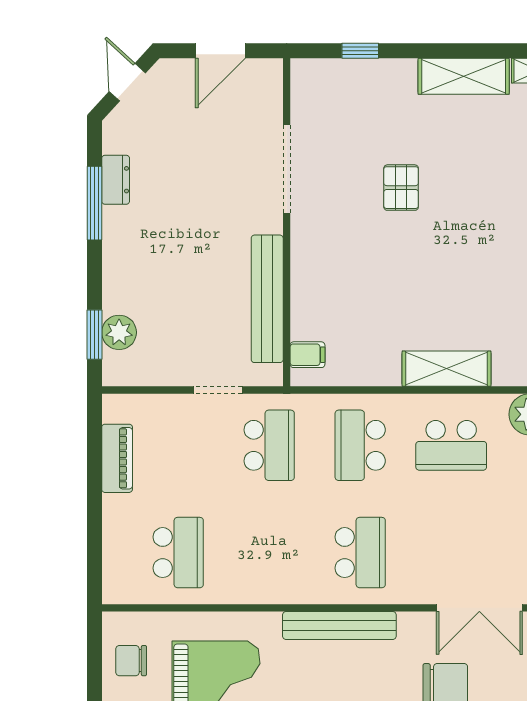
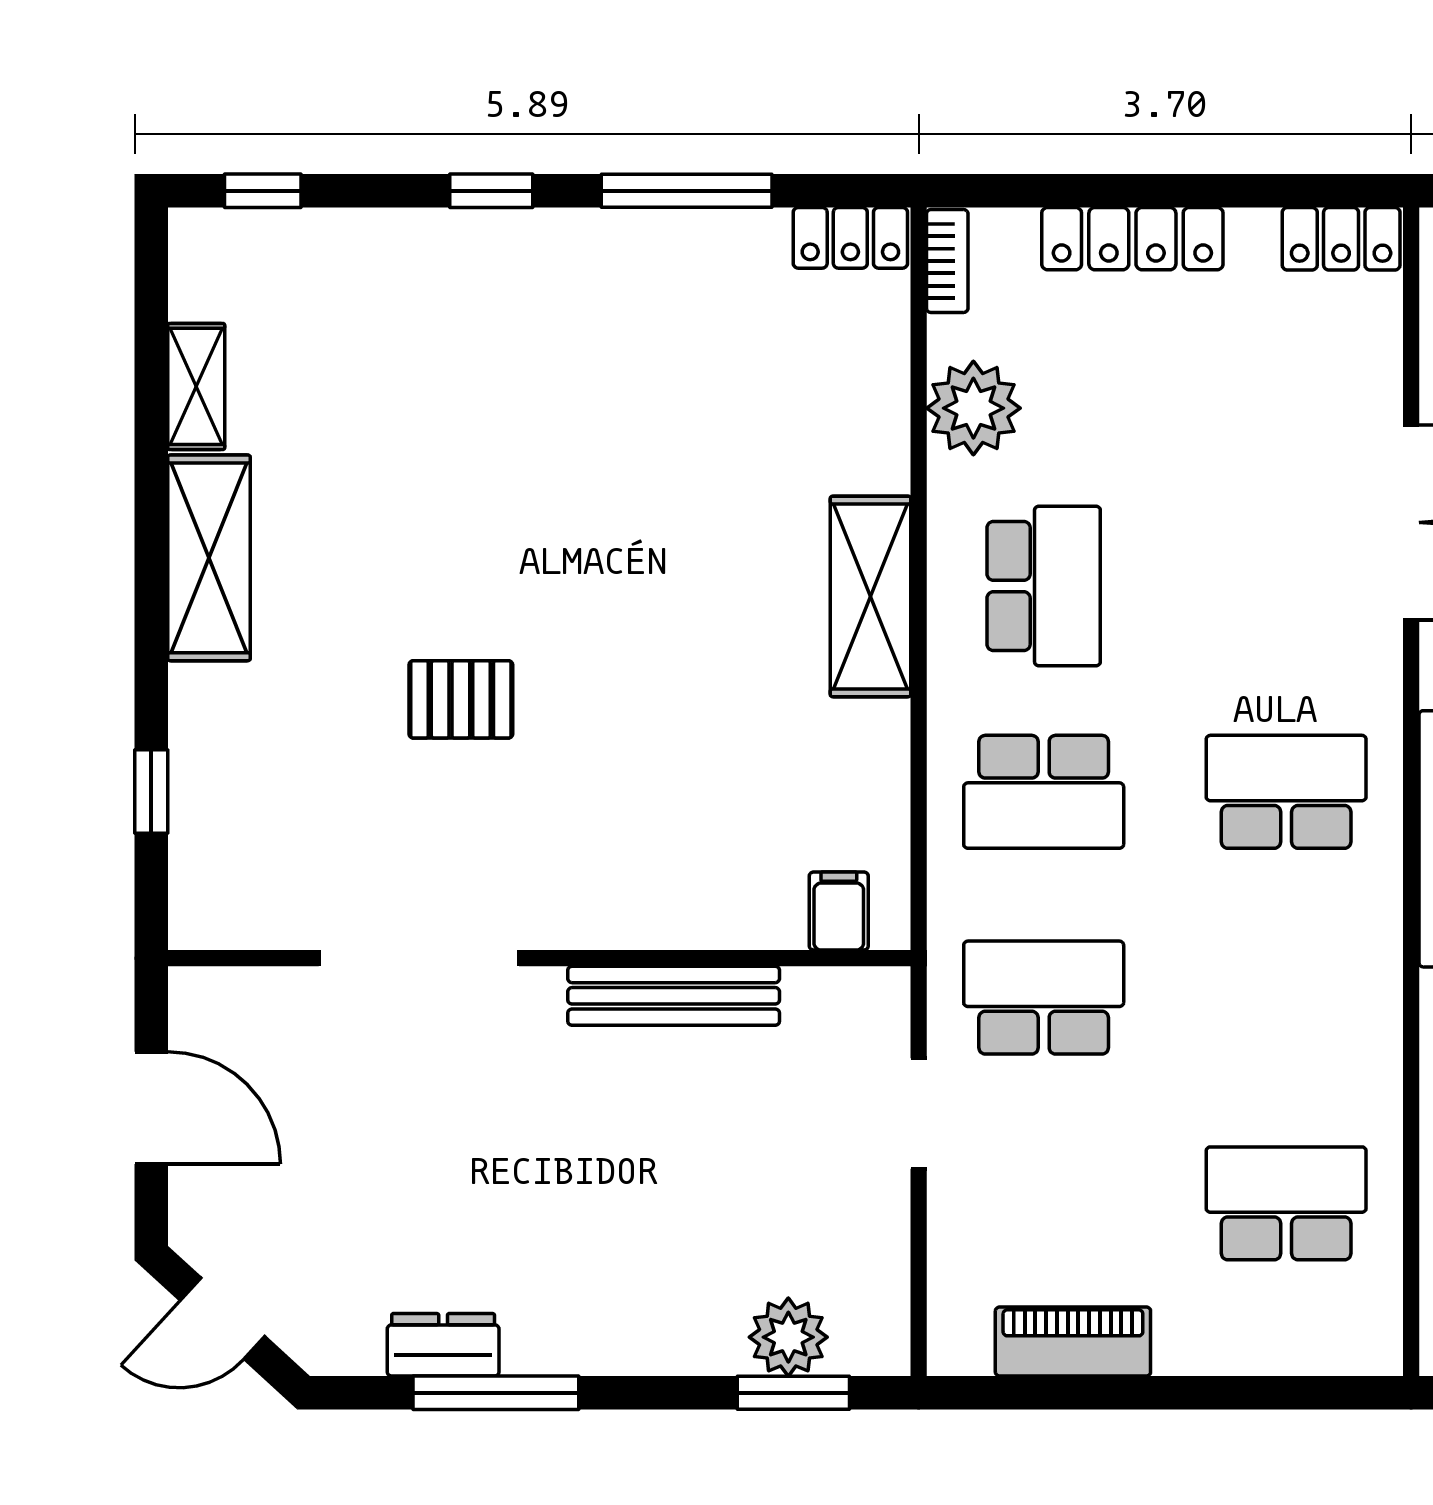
bench: (267, 299) -> (674, 996), width x0.73, depth x0.82

